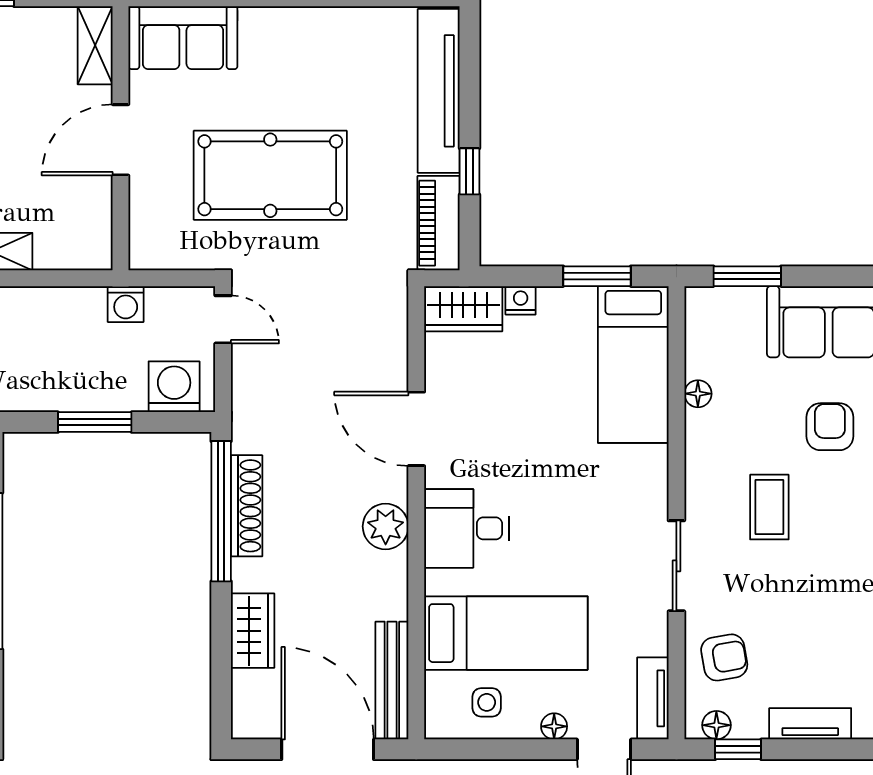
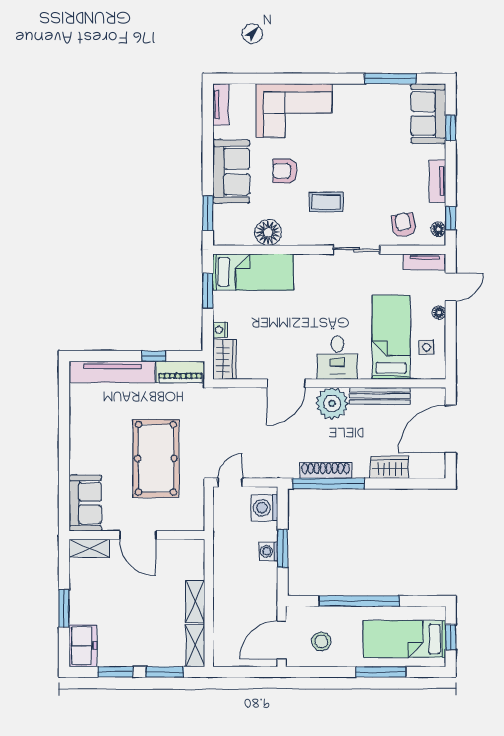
washing machine: (126, 304) -> (268, 551), moved, turned 180
floor lamp: (698, 394) -> (268, 232), width x1.89, depth x1.89
plant: (386, 526) -> (332, 403), width x1.36, depth x1.36
bench: (392, 680) -> (380, 396), moved

